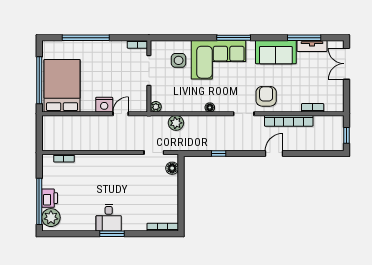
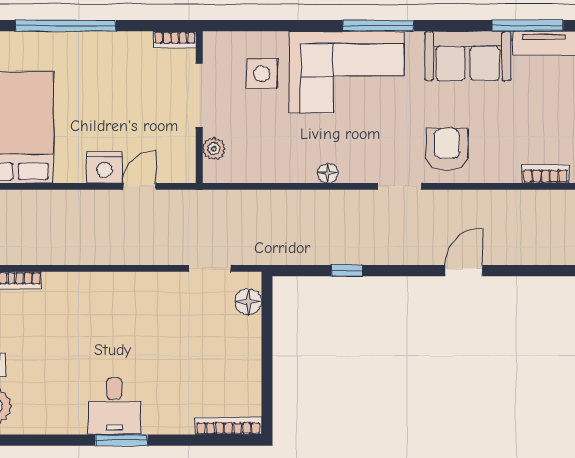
plant: (156, 107) -> (214, 149), moved
bookcase: (289, 121) -> (495, 201), removed
plant: (176, 123) -> (257, 206), removed

